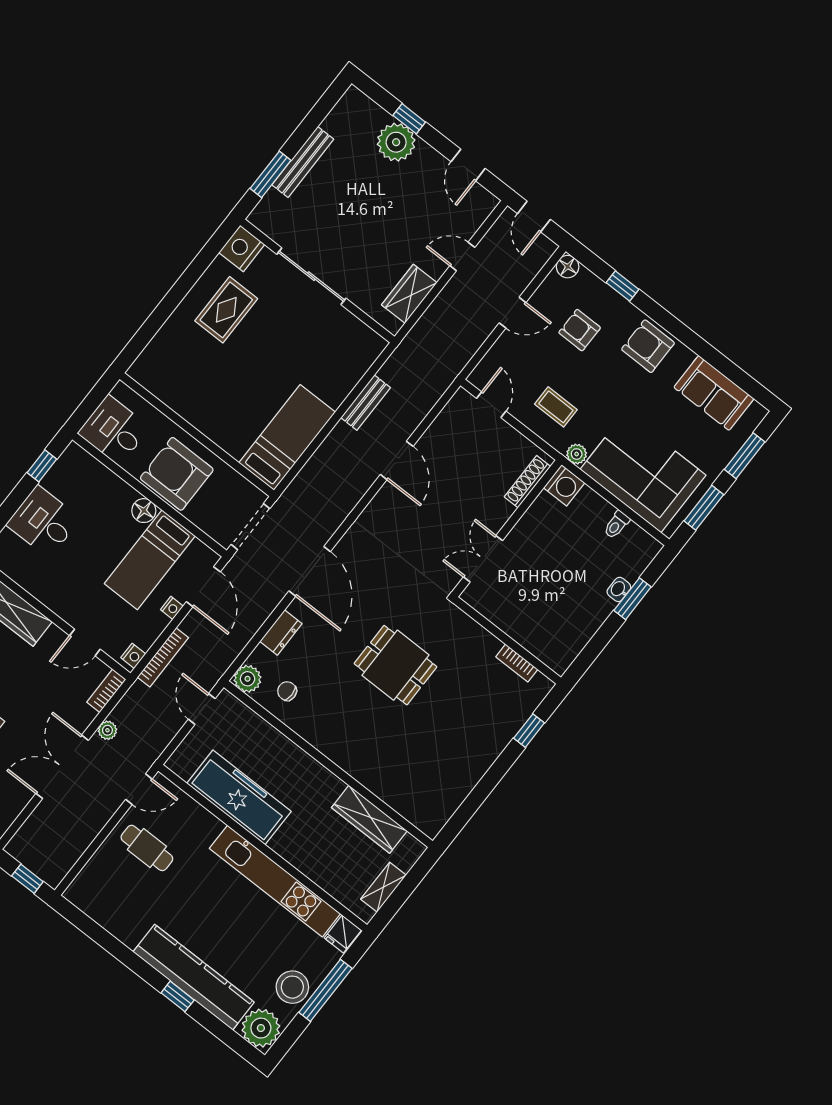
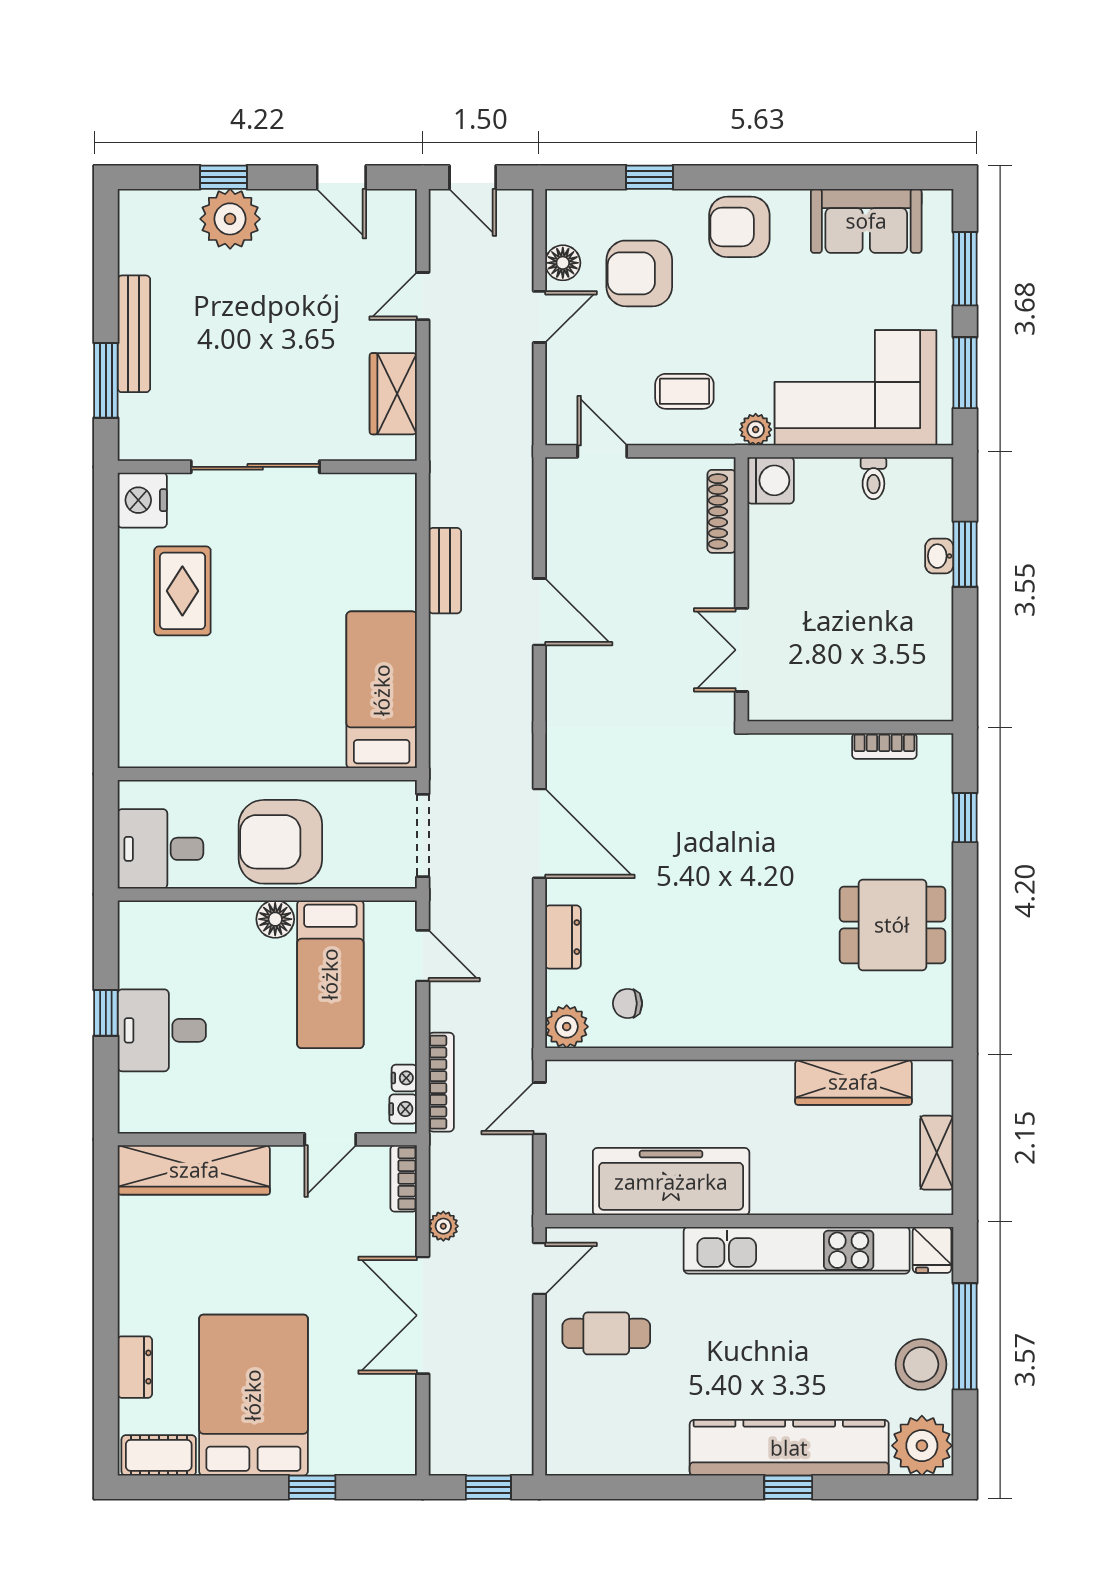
floor lamp: (568, 267) -> (563, 263), moved
armchair: (580, 330) -> (639, 273), width x1.38, depth x1.38
window: (42, 466) -> (106, 1013), moved
door: (203, 587) -> (423, 956), width x0.73
nightstand: (172, 608) -> (404, 1078), moved
dining table: (395, 665) -> (892, 925), moved
door: (202, 709) -> (539, 1108), hinge flipped

